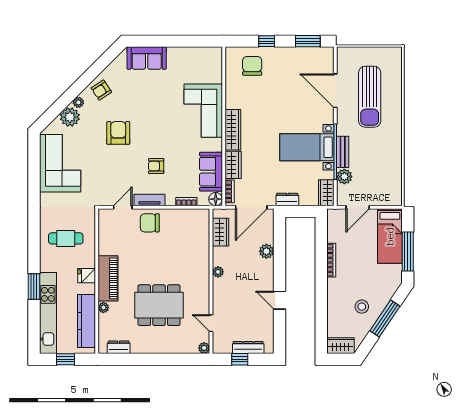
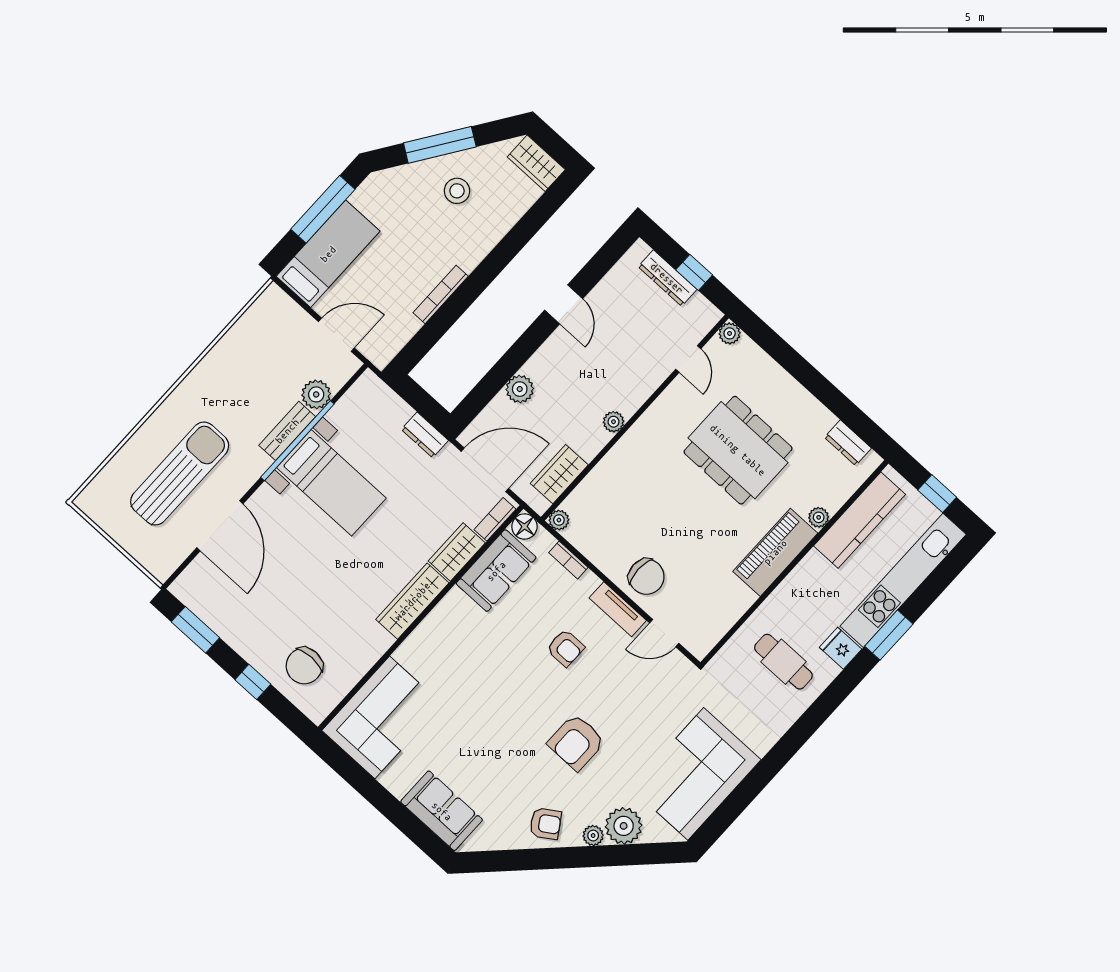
corner sofa: (203, 111) -> (382, 717), moved
wardrobe: (326, 193) -> (362, 395), removed
plant: (204, 214) -> (559, 520), added
fridge: (87, 276) -> (841, 648), moved, turned 180

